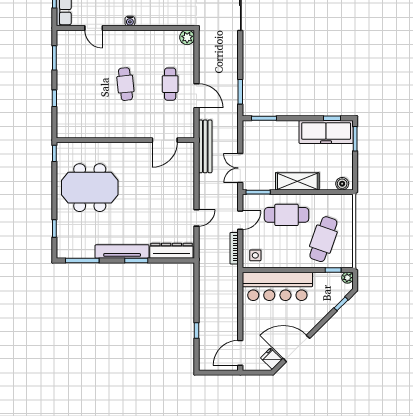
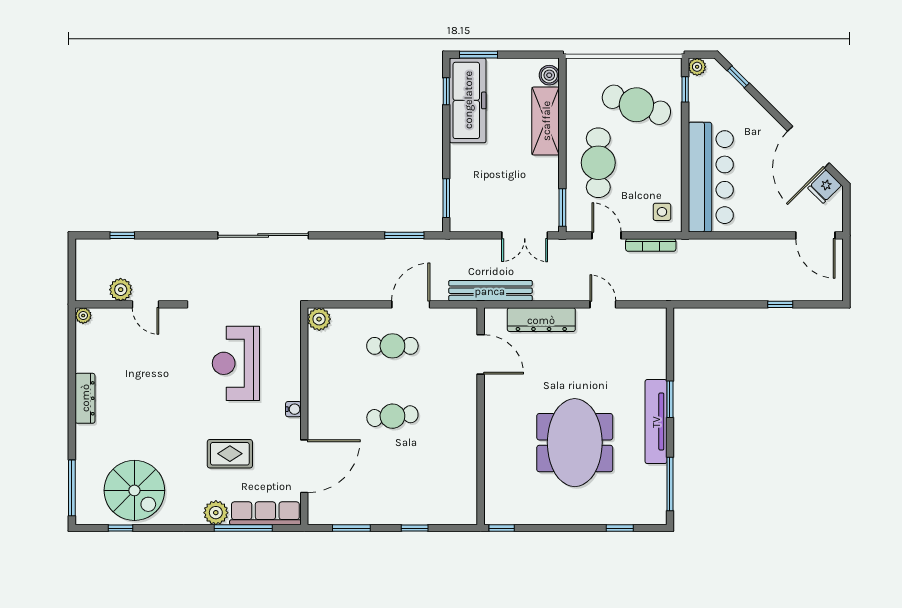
door: (94, 28) -> (304, 466), width x1.88
shelving: (297, 181) -> (546, 121), moved
meeting table: (90, 188) -> (575, 443), moved
dresser: (171, 251) -> (541, 320), moved, turned -90

